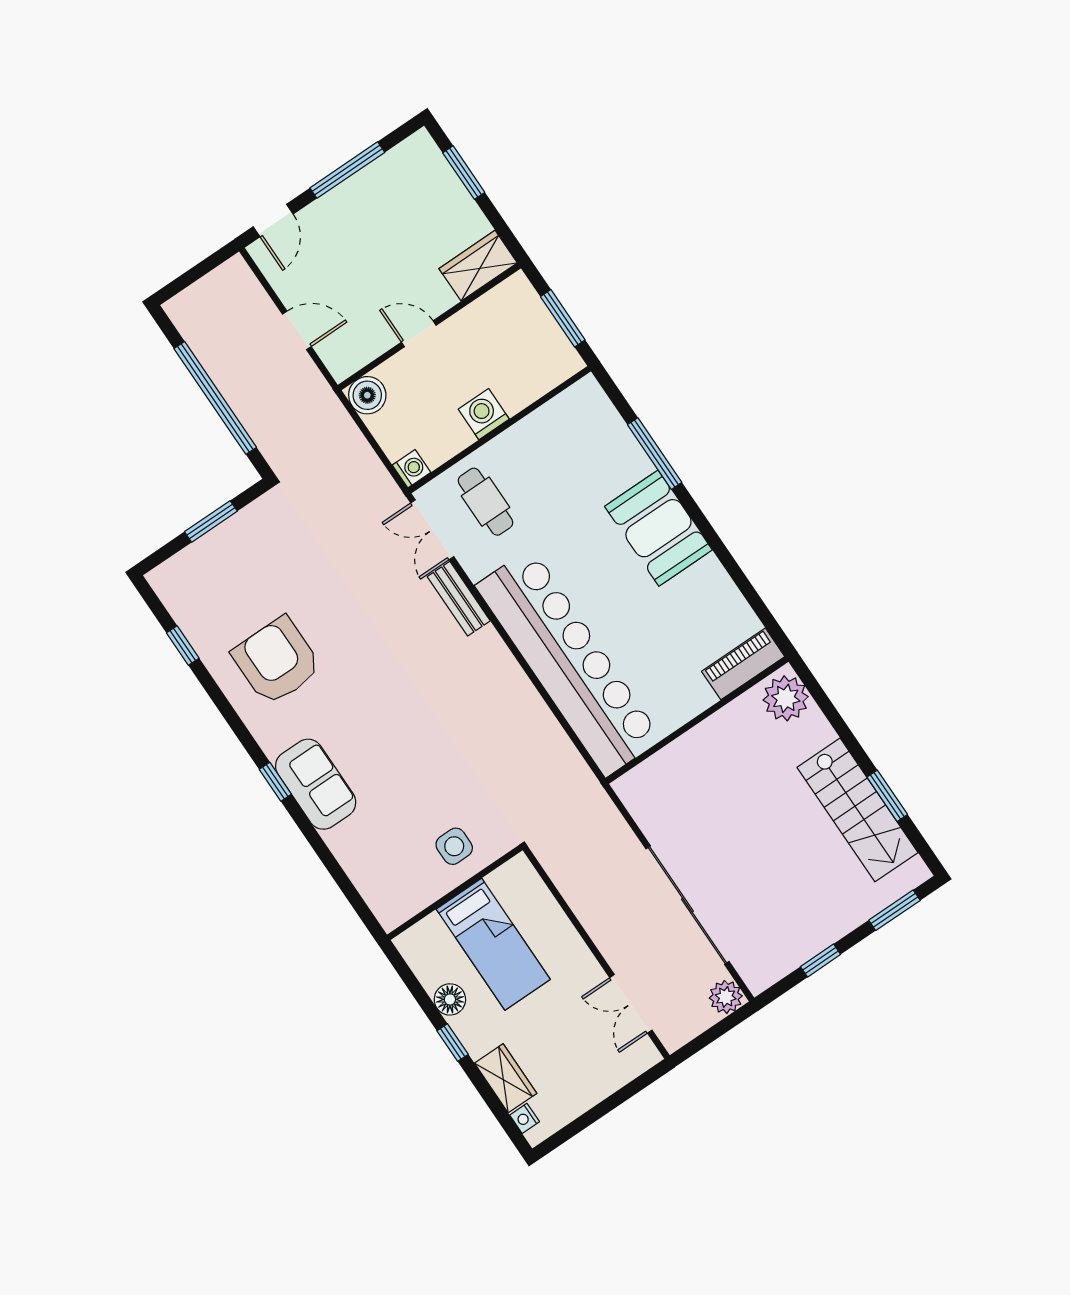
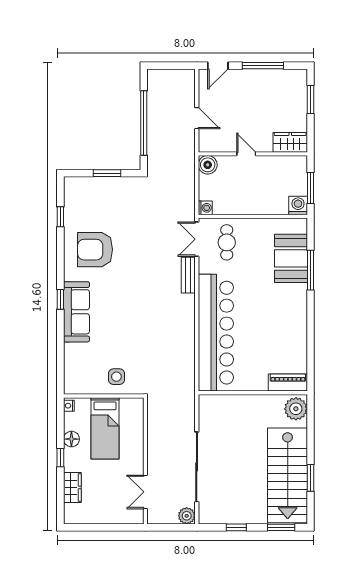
washing machine: (484, 414) -> (298, 206), moved
booth: (658, 528) -> (291, 258), moved
armchair: (277, 661) -> (95, 250), turned -90
sofa: (316, 784) -> (76, 312), width x1.36
stairs: (857, 810) -> (288, 475), width x1.36, depth x1.51
nightstand: (525, 1118) -> (69, 406), moved

